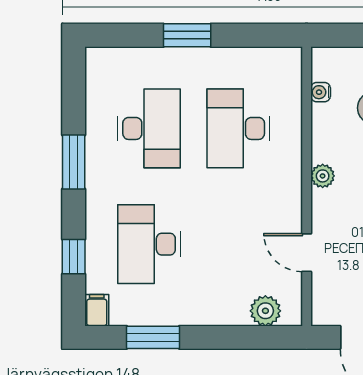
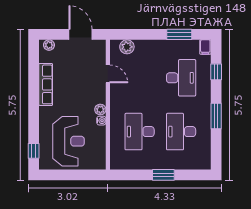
water cooler: (321, 92) -> (101, 121), moved
desk: (238, 128) -> (140, 132), turned 180

